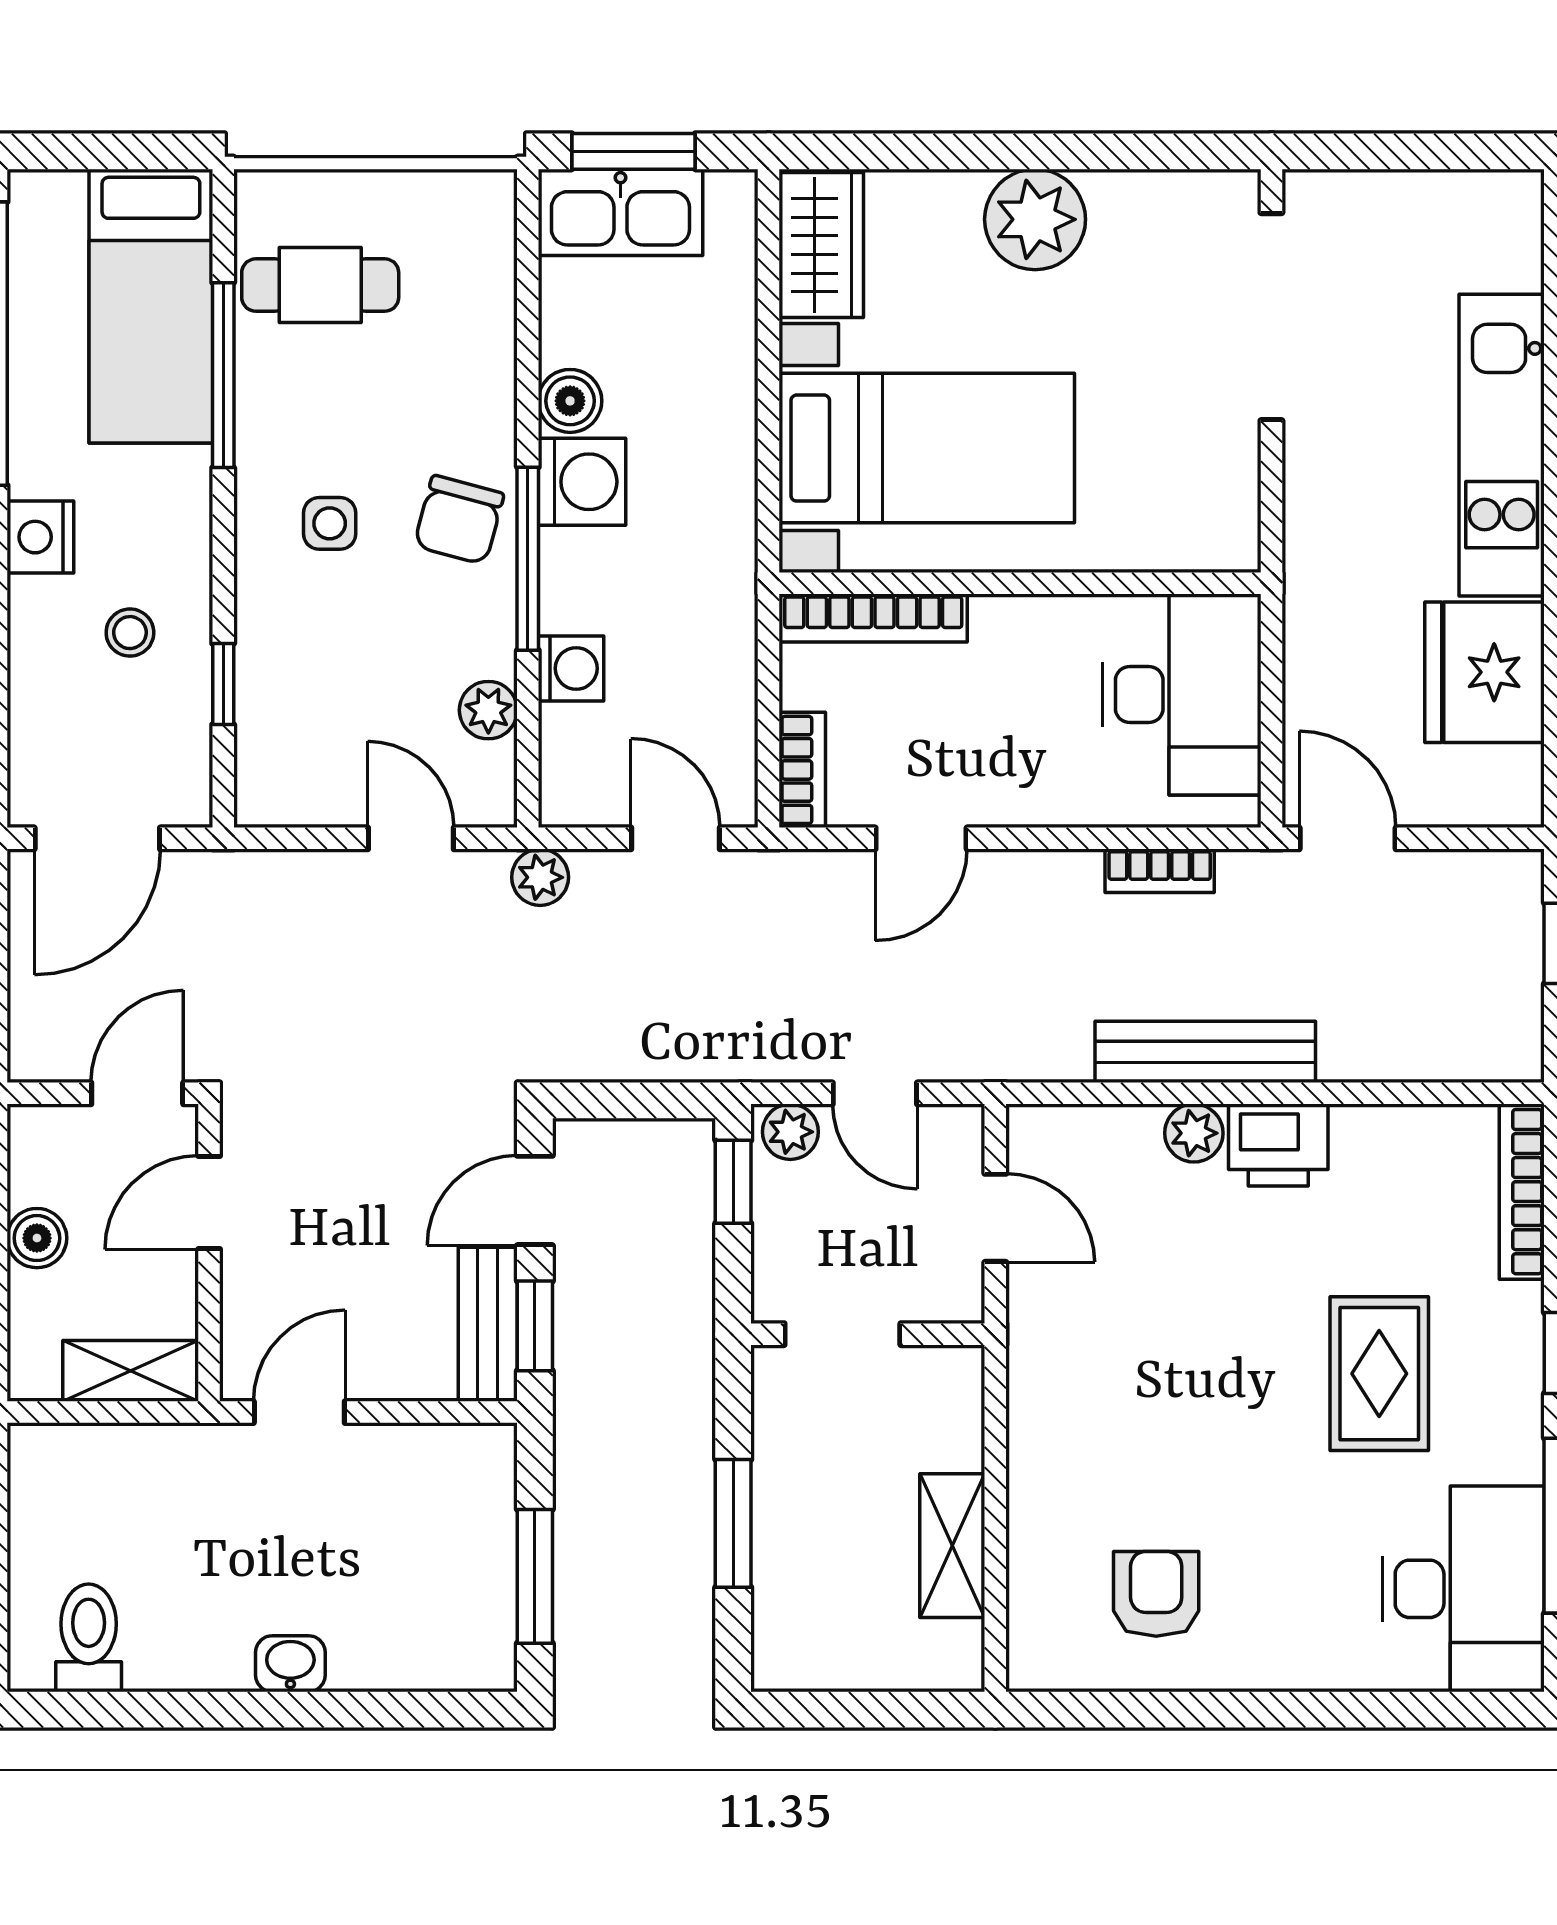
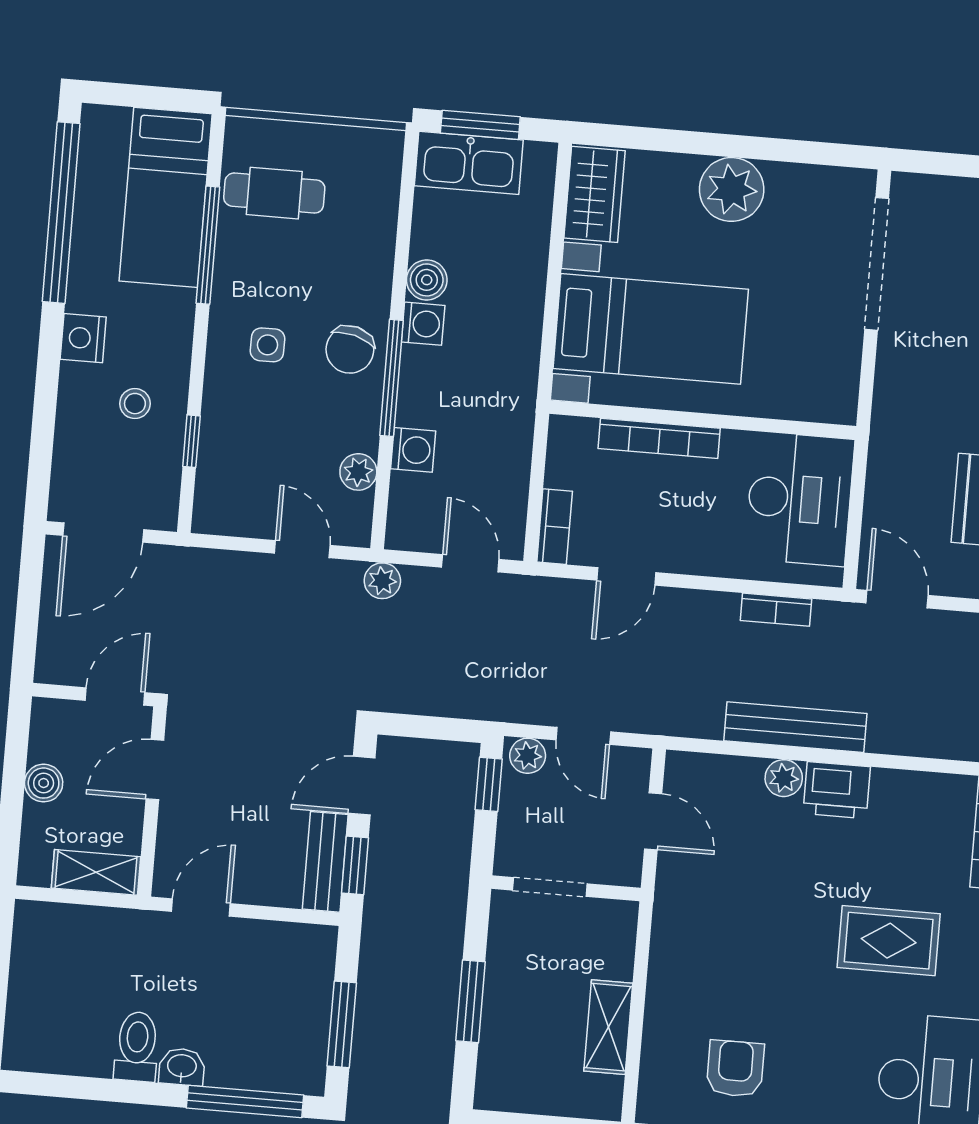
washing machine: (582, 482) -> (423, 324), width x0.73, depth x0.73
bookcase: (873, 618) -> (659, 438), moved
rug: (1379, 1374) -> (889, 941), turned 90
toilet: (89, 1638) -> (137, 1047), moved
window: (394, 1710) -> (245, 1101), added

